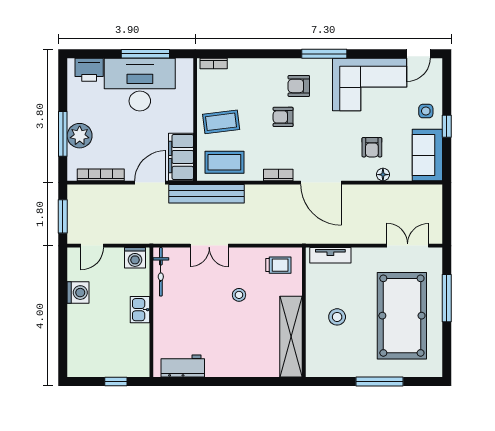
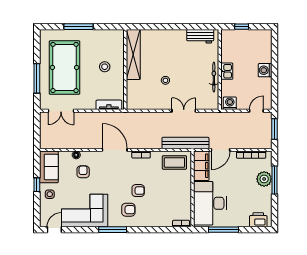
desk: (140, 85) -> (210, 203), moved, turned 90
coffee table: (221, 122) -> (177, 188), removed
trolley: (278, 265) -> (141, 99), removed
bicycle: (161, 272) -> (214, 77), moved
washing machine: (78, 293) -> (265, 70), moved

